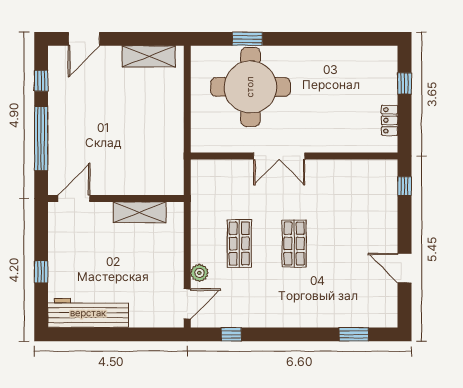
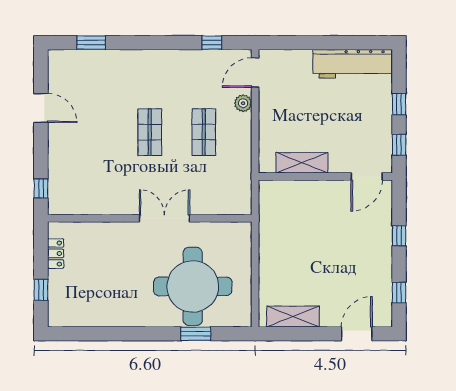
window: (41, 138) -> (399, 236), width x0.32
window: (41, 231) -> (399, 145), added

